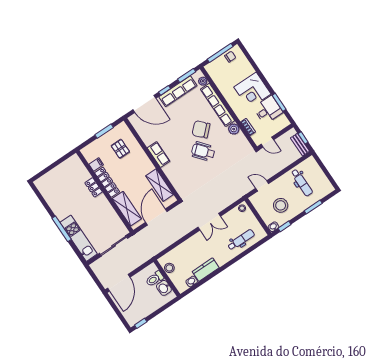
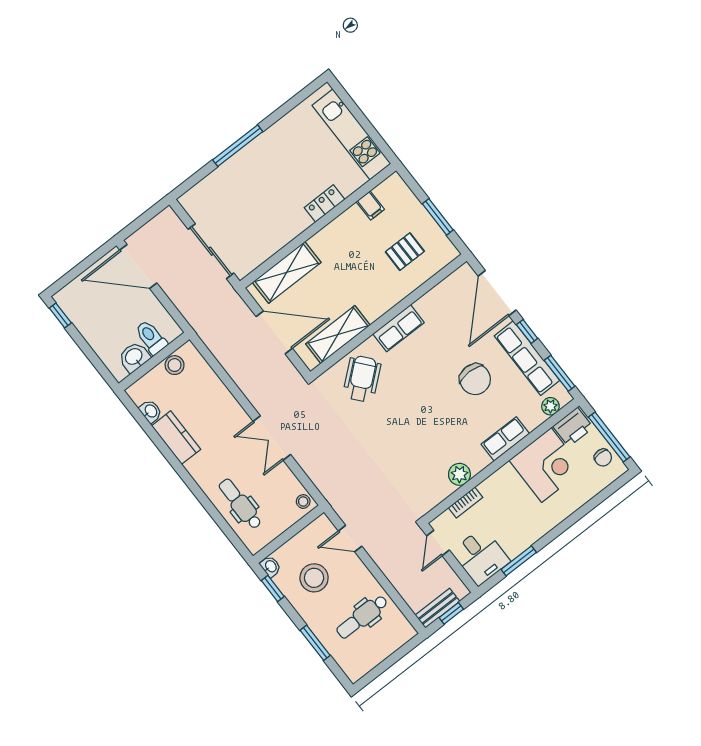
printer: (214, 71) -> (573, 427), added
corner desk: (252, 90) -> (546, 465), moved, turned 180
row of seats: (218, 105) -> (505, 439), width x0.50
desk: (268, 110) -> (481, 556), moved
chair: (201, 129) -> (475, 379), moved, turned 134
wheelchair: (203, 151) -> (362, 379), moved
locker: (107, 182) -> (337, 230), removed
door: (262, 186) -> (350, 539), swing flipped
kitchen unit: (79, 238) -> (351, 134), moved, turned 90
dental chair: (241, 240) -> (240, 504), turned 180

